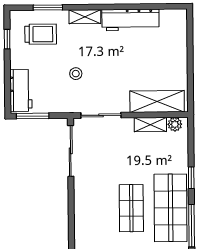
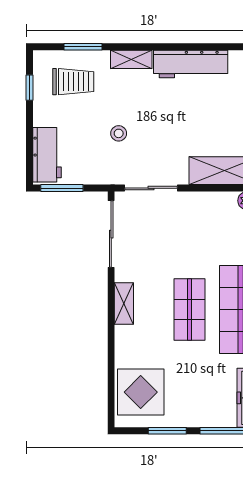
shelving: (150, 125) -> (124, 303), moved, turned 90

